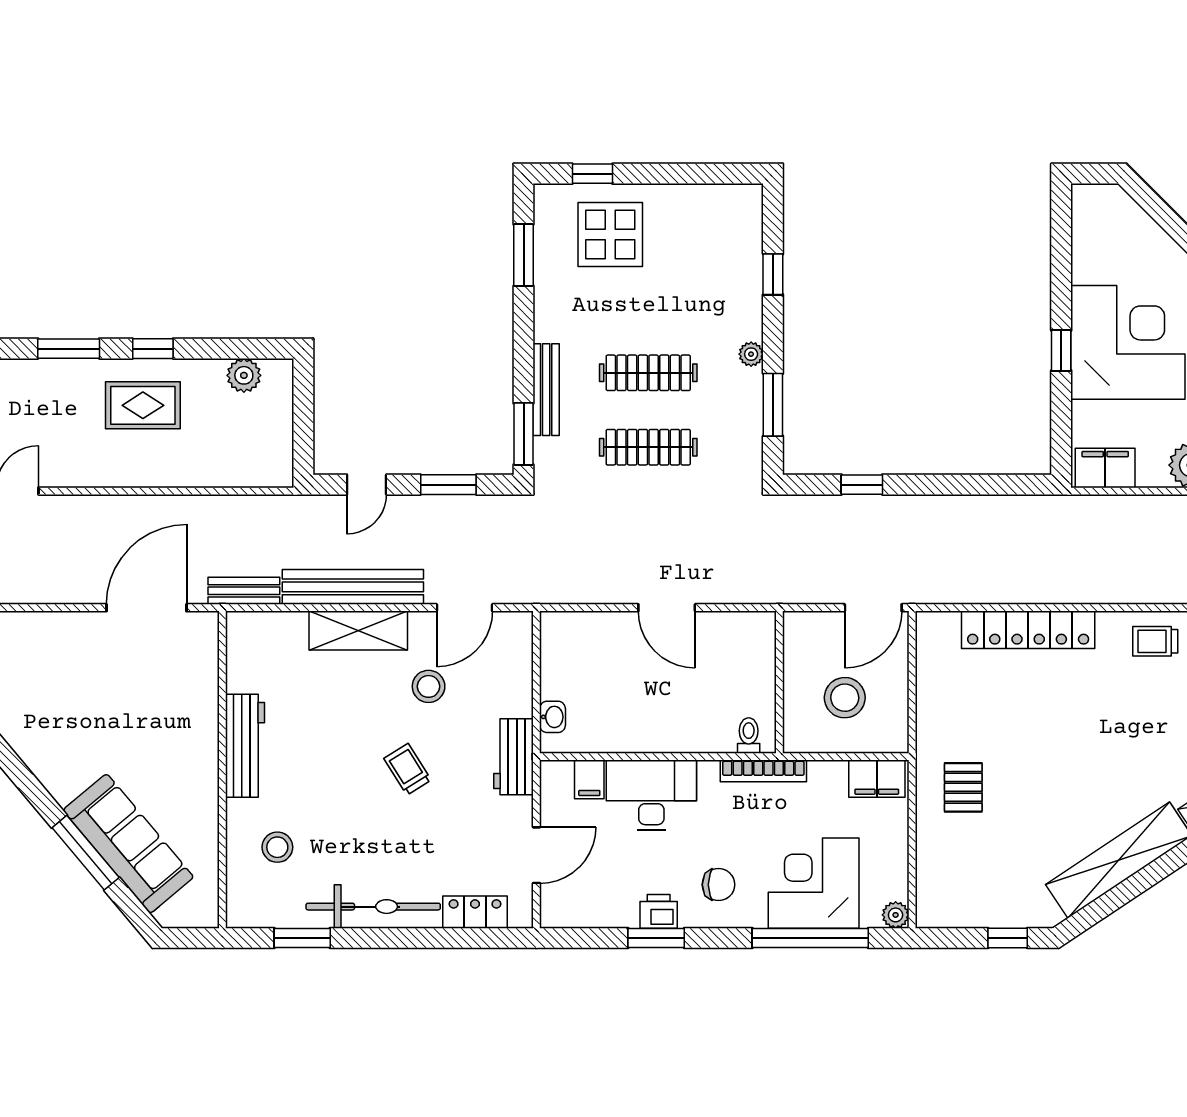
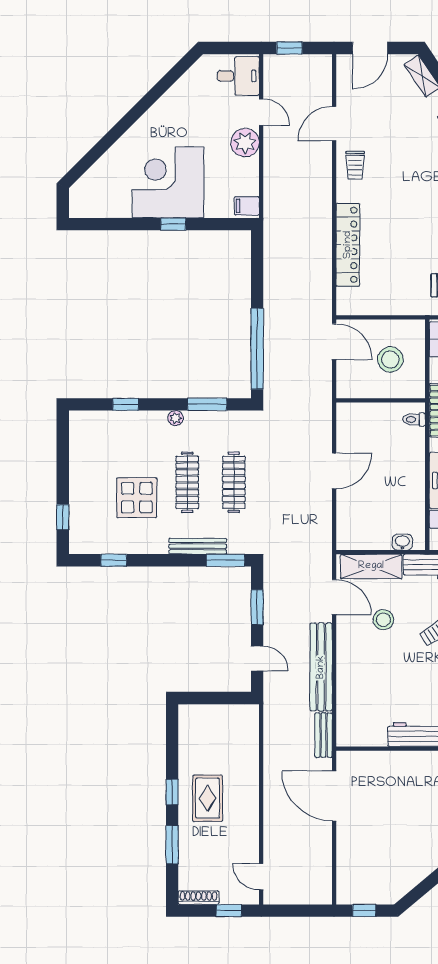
display table: (610, 234) -> (137, 498), moved
window: (524, 255) -> (114, 560), width x0.67
plant: (244, 375) -> (189, 735), removed
filing cabinet: (1105, 468) -> (247, 206), width x0.50
window: (862, 485) -> (257, 349), width x3.17
shelving: (358, 631) -> (371, 566), moved, turned 90

